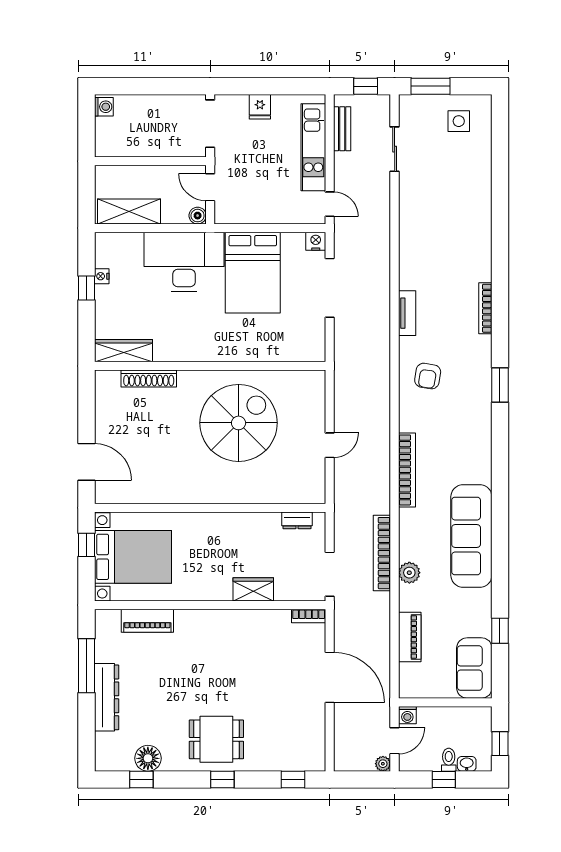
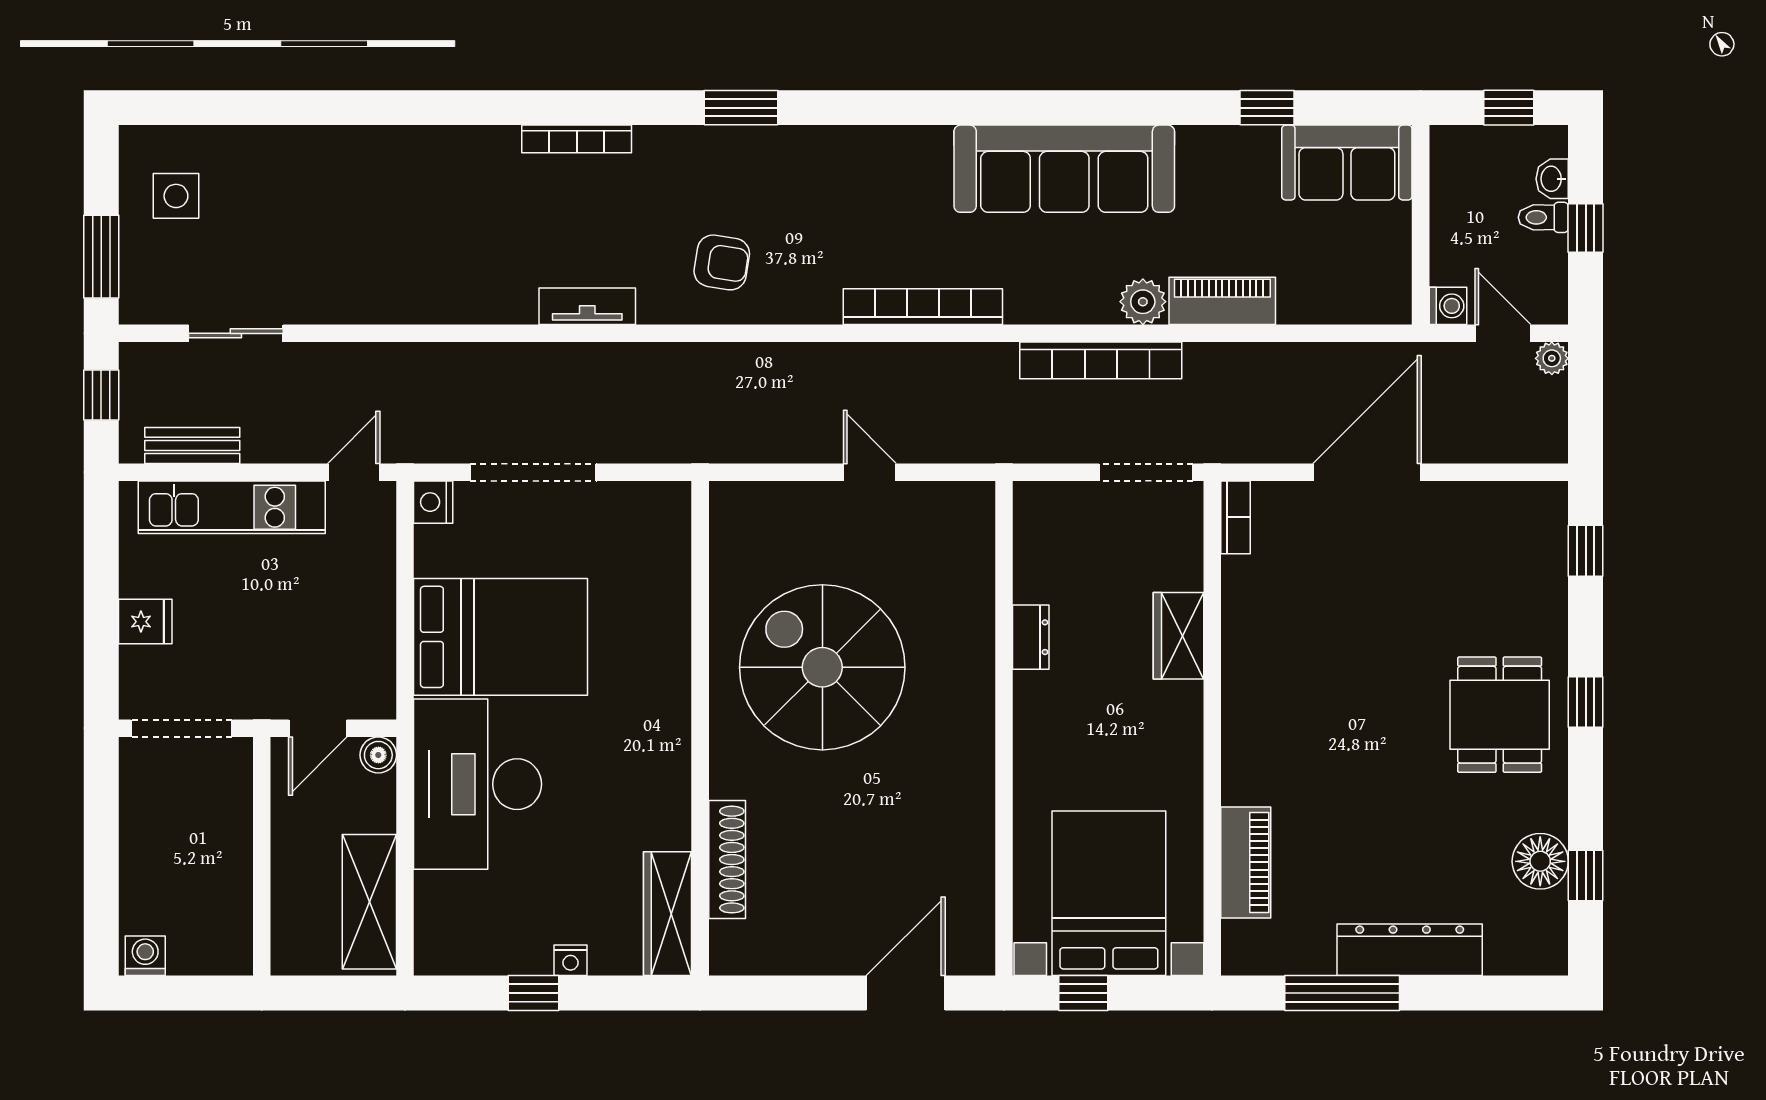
nightstand: (102, 276) -> (570, 960), moved
dresser: (297, 520) -> (1031, 637), moved
piano: (410, 637) -> (1222, 301), moved

